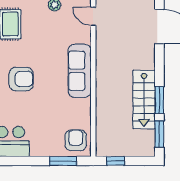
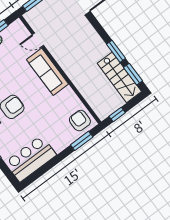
door: (93, 16) -> (38, 40), moved
stairs: (144, 99) -> (119, 77), moved

